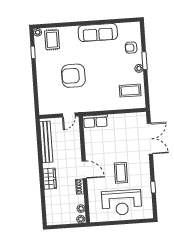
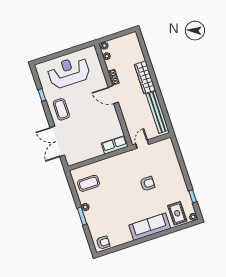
sofa: (98, 33) -> (150, 227), moved
armchair: (131, 48) -> (103, 243), moved
armchair: (73, 76) -> (147, 184), width x0.53, depth x0.53
coffee table: (121, 173) -> (61, 109), moved
wardrobe: (50, 179) -> (145, 77), width x1.50

